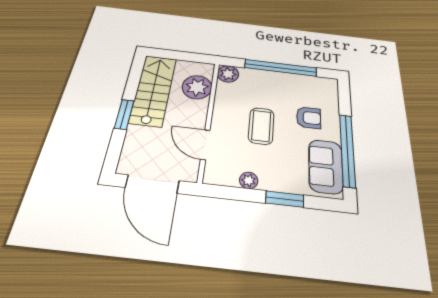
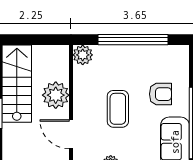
plant: (197, 87) -> (56, 95), moved

